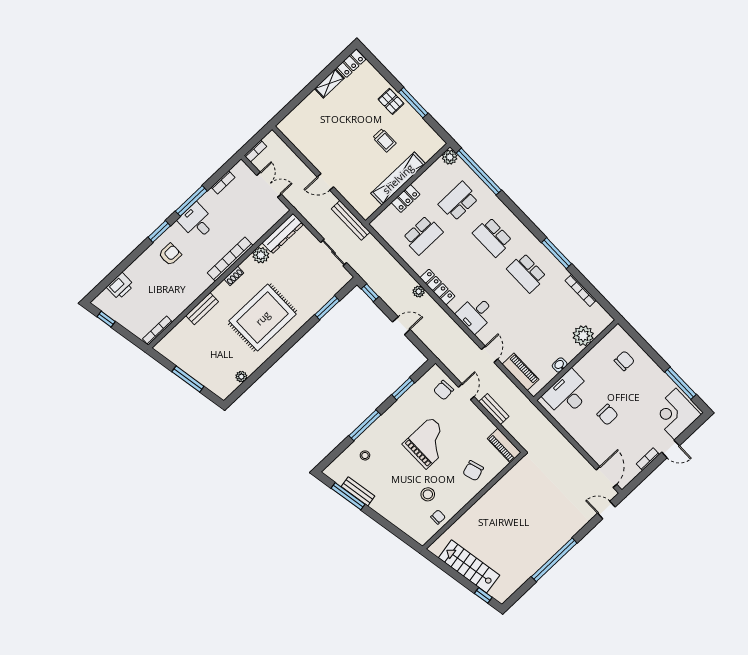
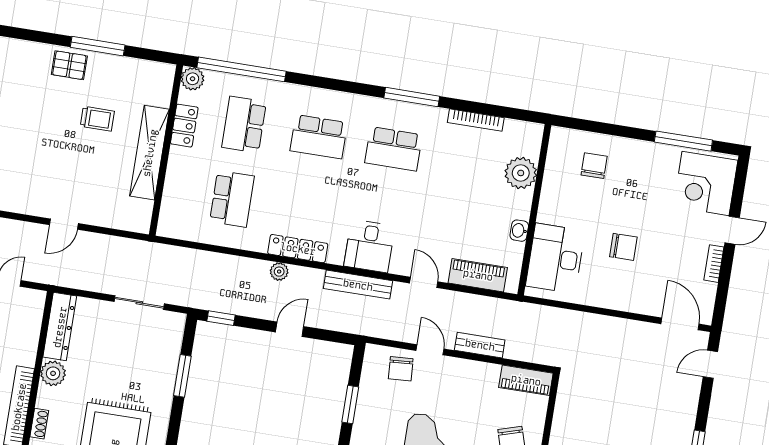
locker: (406, 198) -> (184, 126), moved
bench: (351, 220) -> (358, 285), moved

